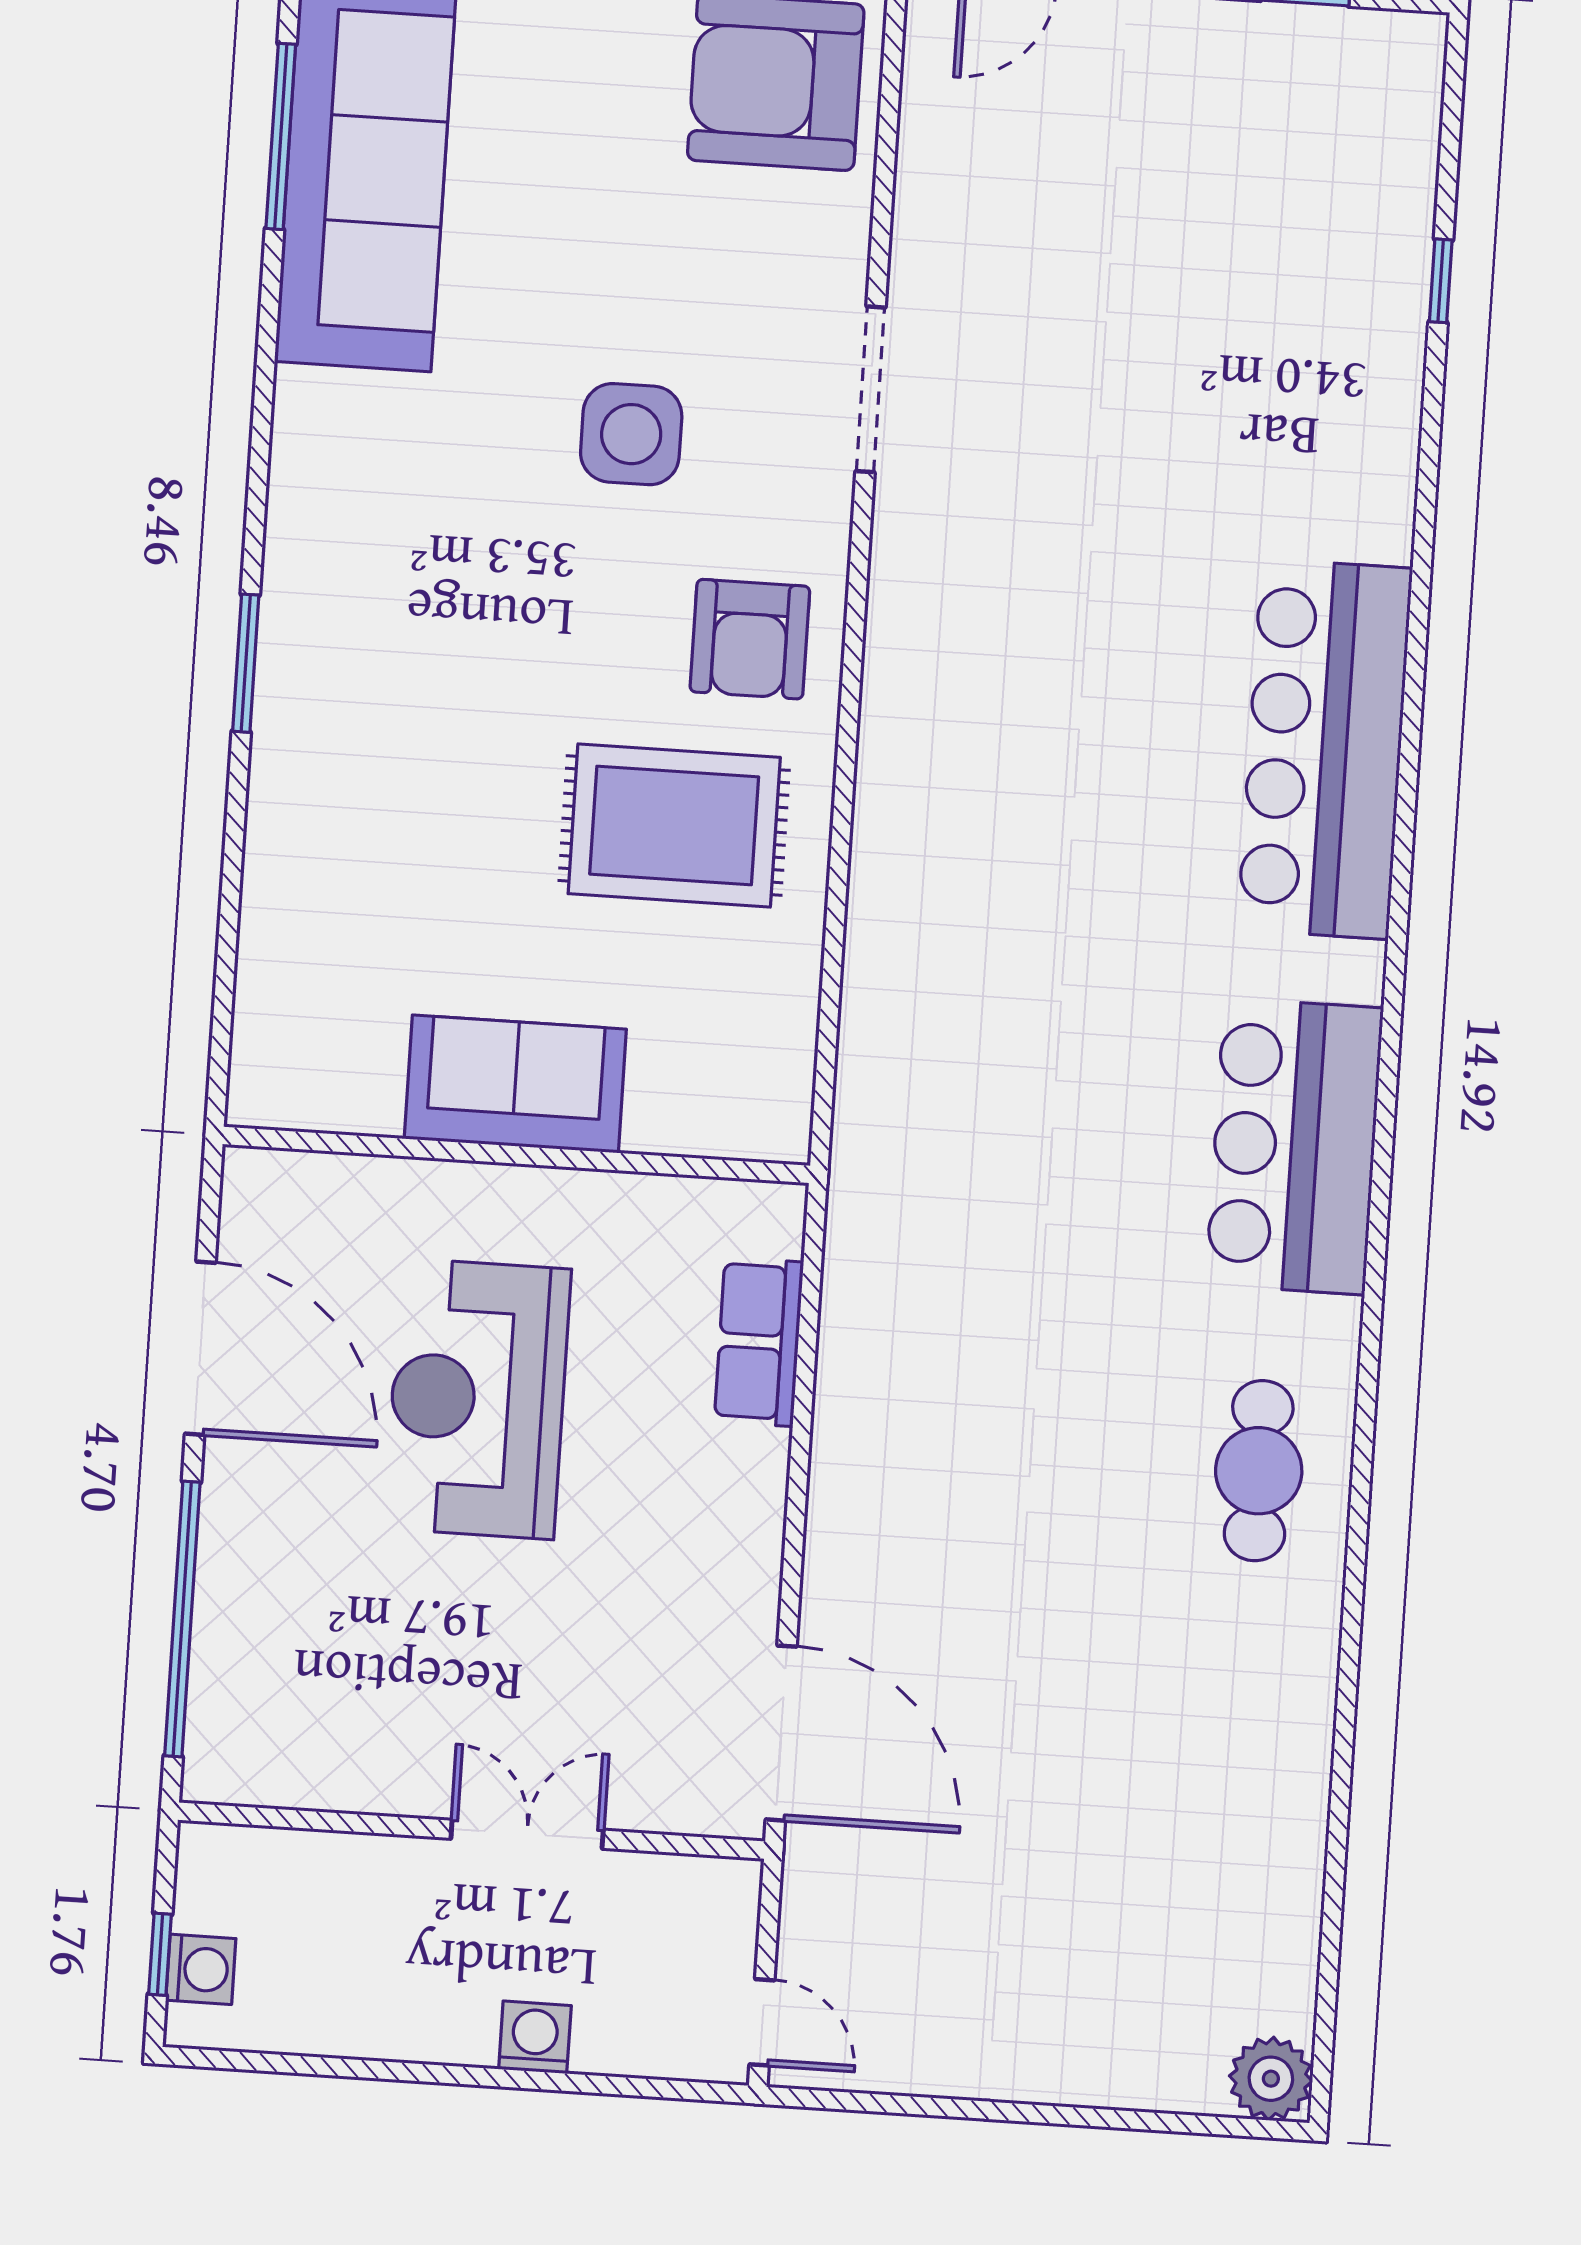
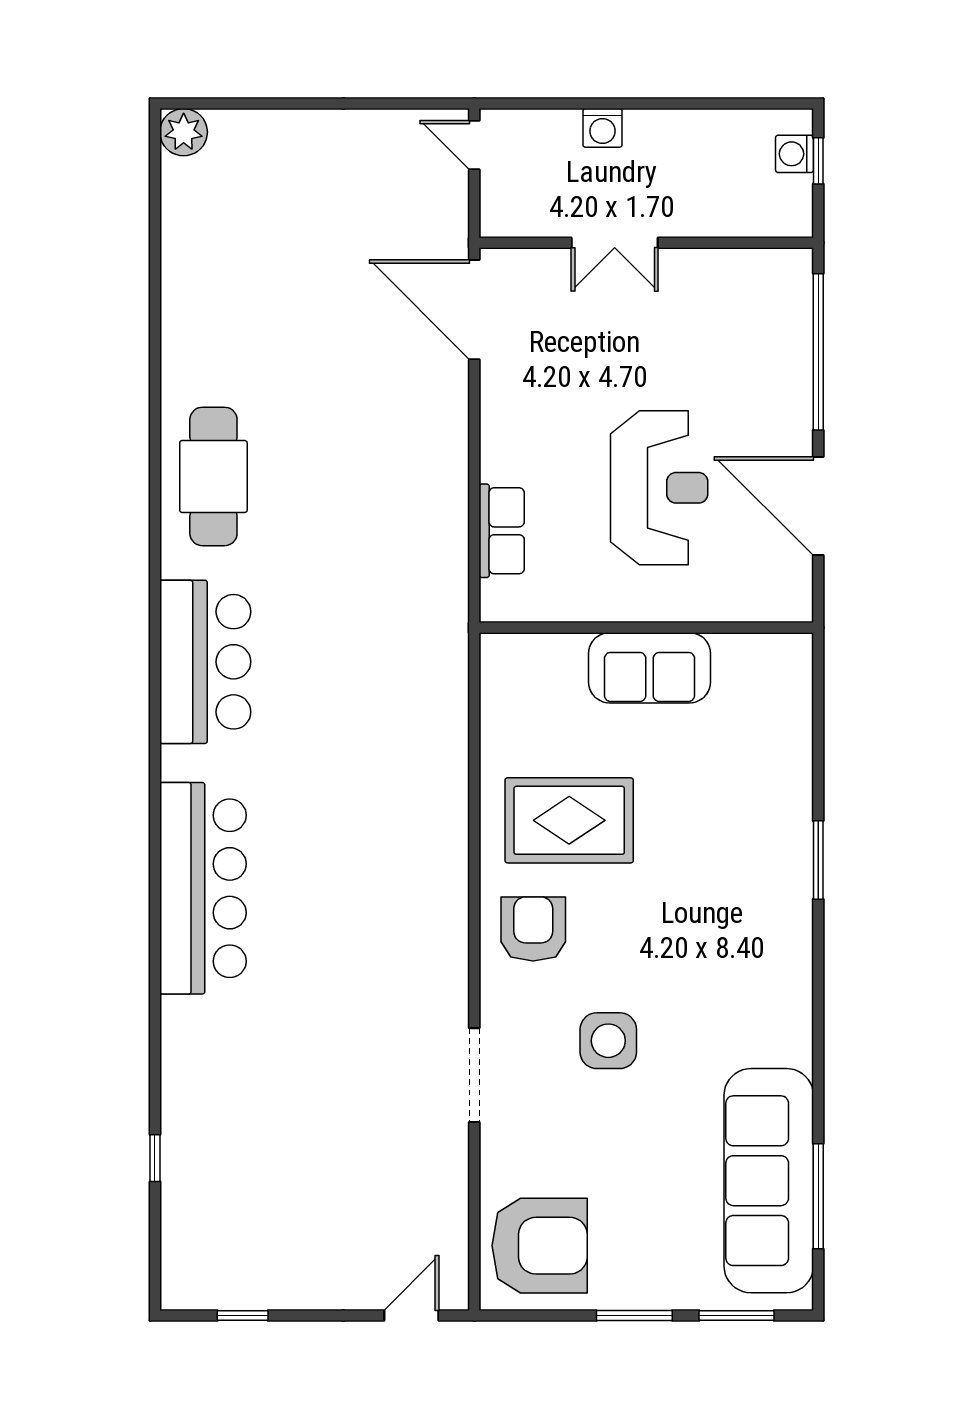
window: (246, 663) -> (818, 860), moved
cafe table: (1259, 1471) -> (213, 476), width x1.37, depth x1.35

